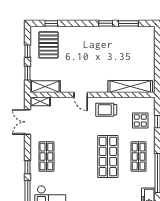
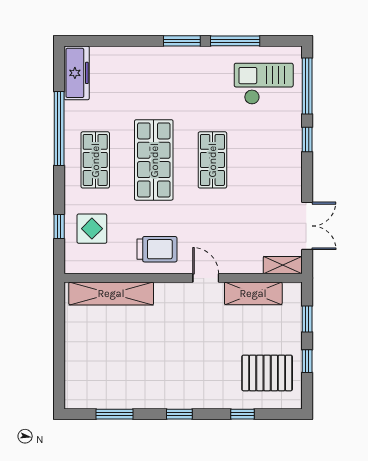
window: (51, 23) -> (243, 414), moved
window: (106, 23) -> (179, 414), moved
pallet: (48, 45) -> (267, 373), turned 90
shelving: (45, 87) -> (253, 293), moved
shop shelf: (46, 156) -> (212, 160), moved

